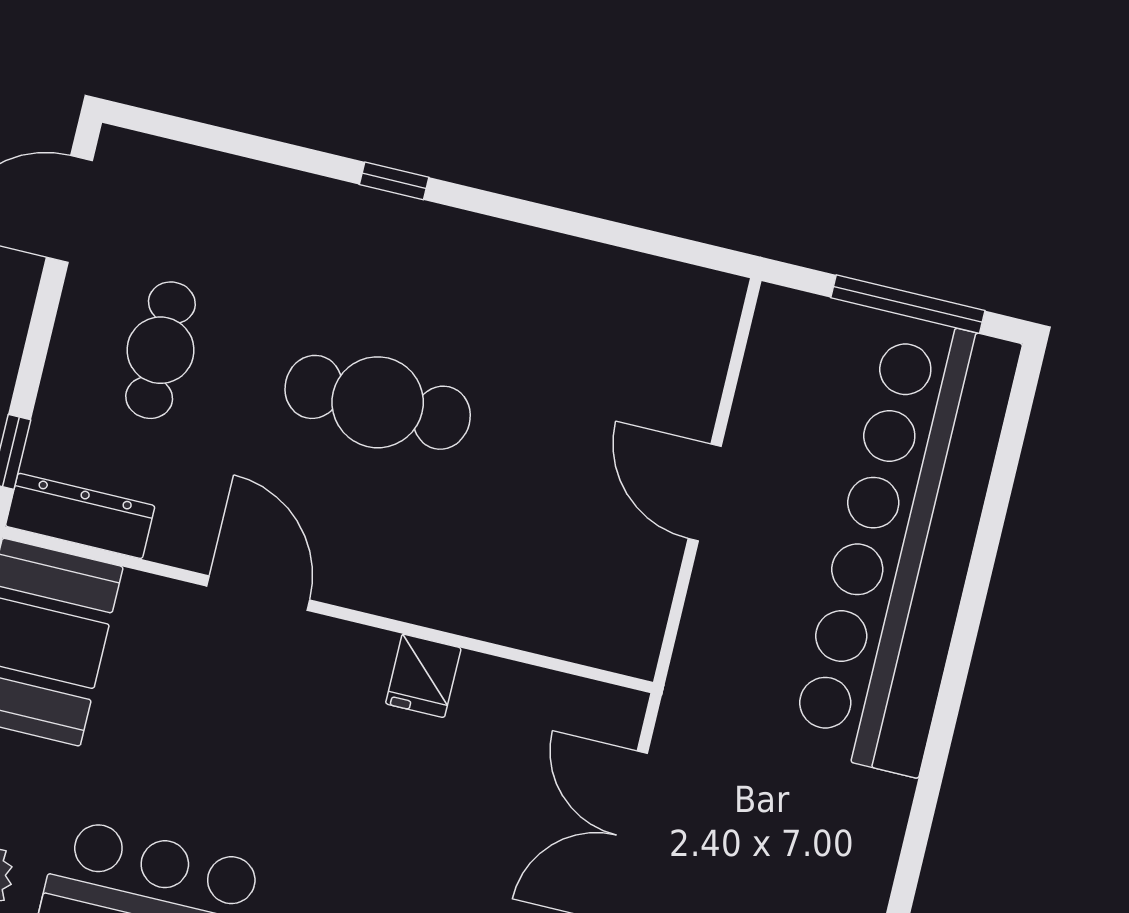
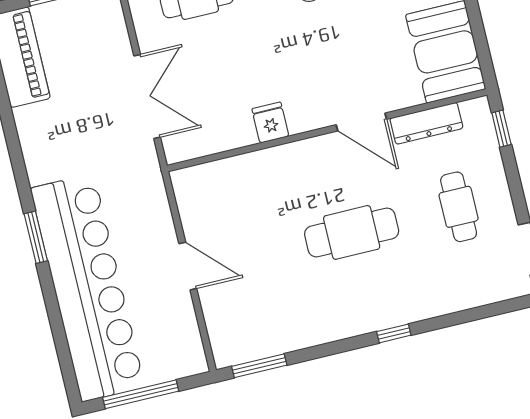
window: (667, 246) -> (259, 366), added
dresser: (80, 516) -> (426, 123), moved
window: (953, 685) -> (36, 237), added

